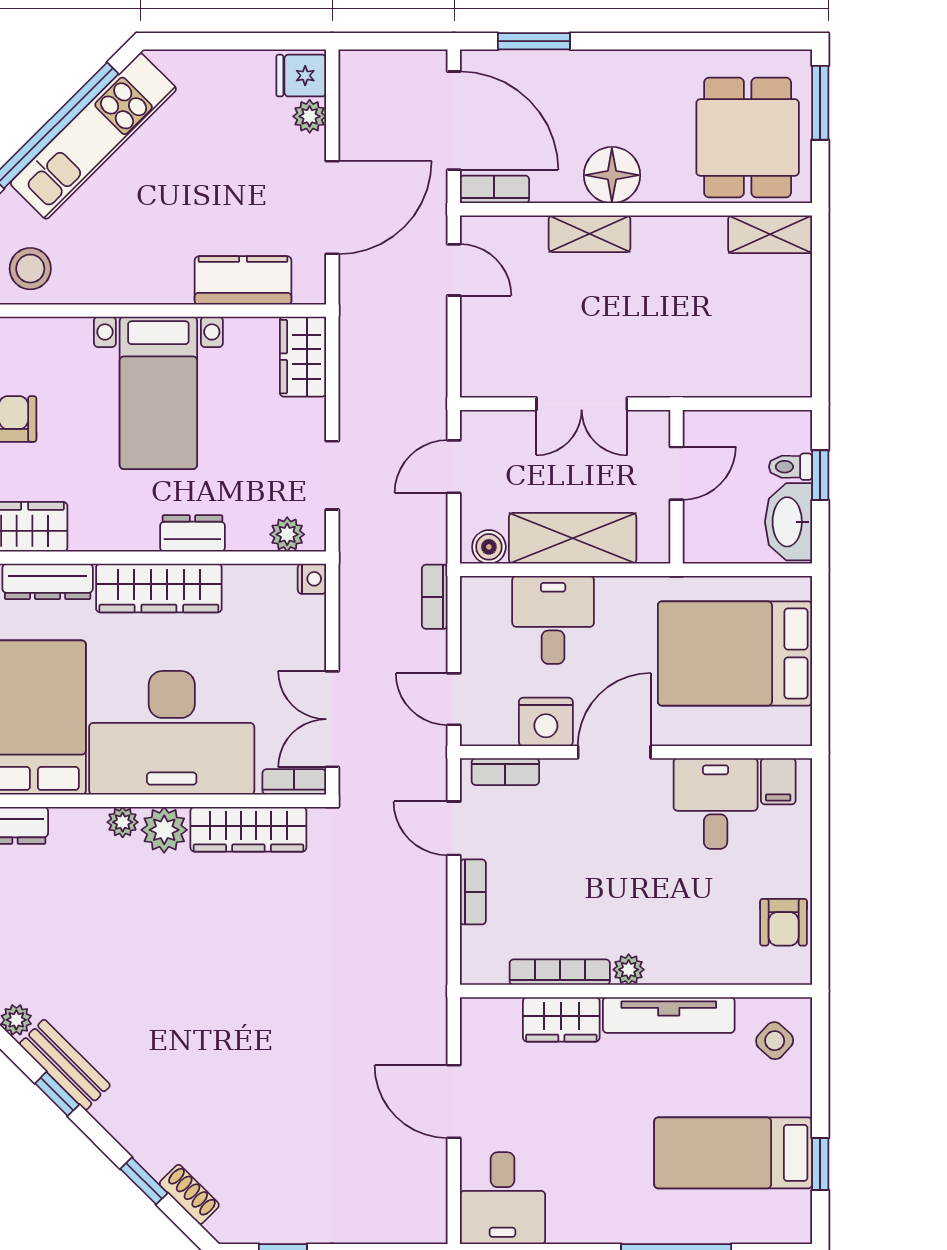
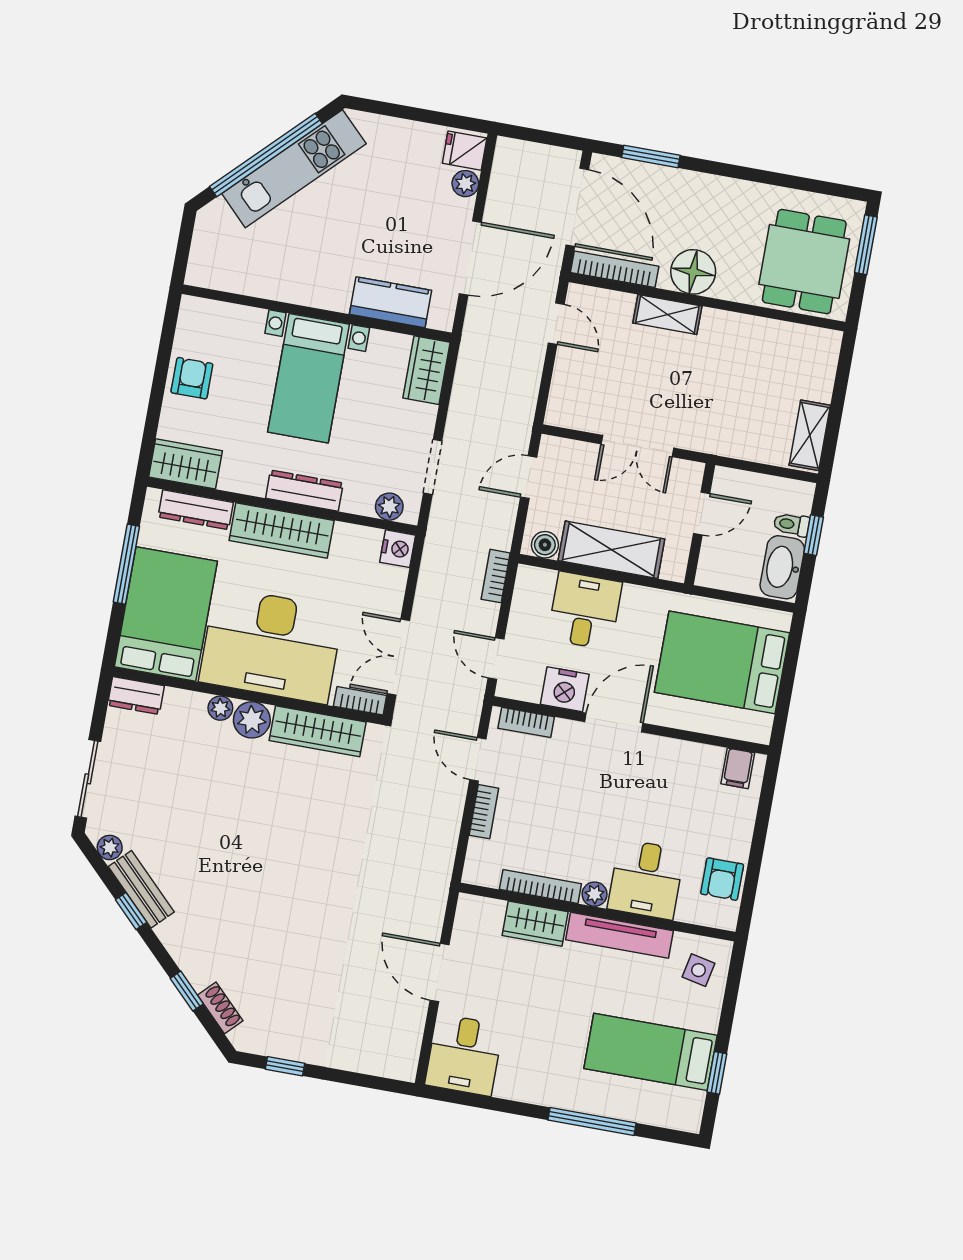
bookcase: (494, 189) -> (615, 269), width x1.56
shelving: (770, 234) -> (810, 435), moved, turned 90
stool: (30, 269) -> (226, 263), removed
dresser: (192, 533) -> (304, 491), width x1.44
nightstand: (312, 579) -> (398, 549), width x1.39, depth x1.35
desk: (716, 804) -> (646, 879), moved, turned 180
side table: (775, 1041) -> (699, 970), turned -30

